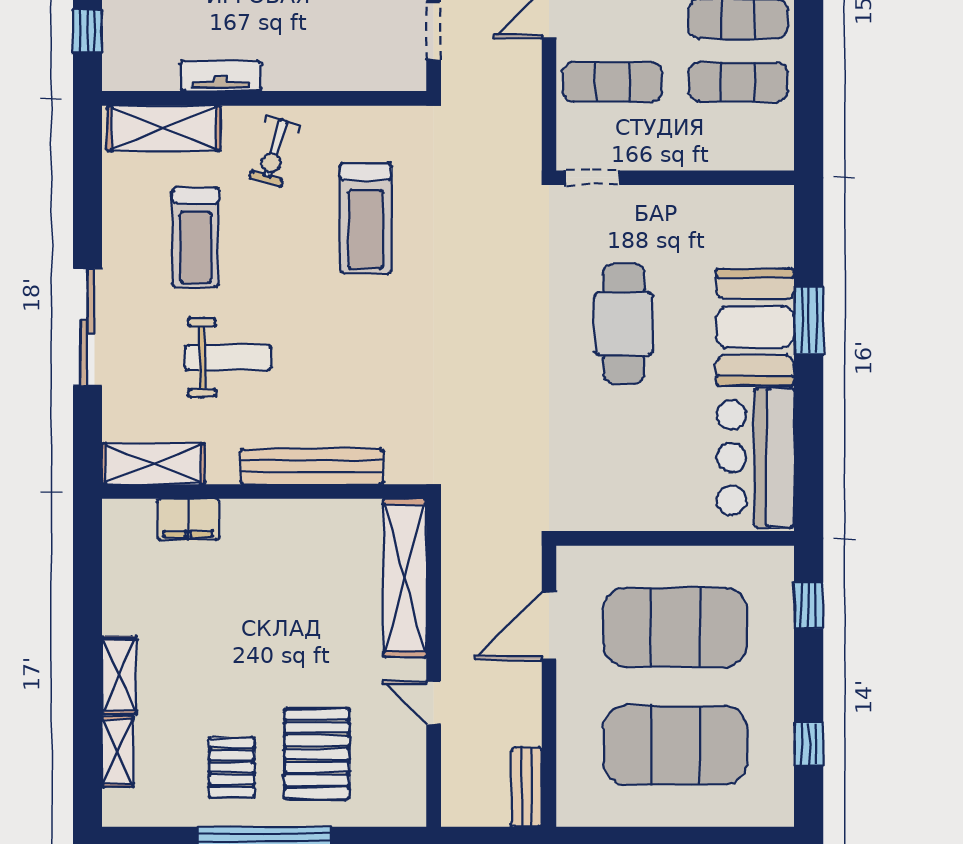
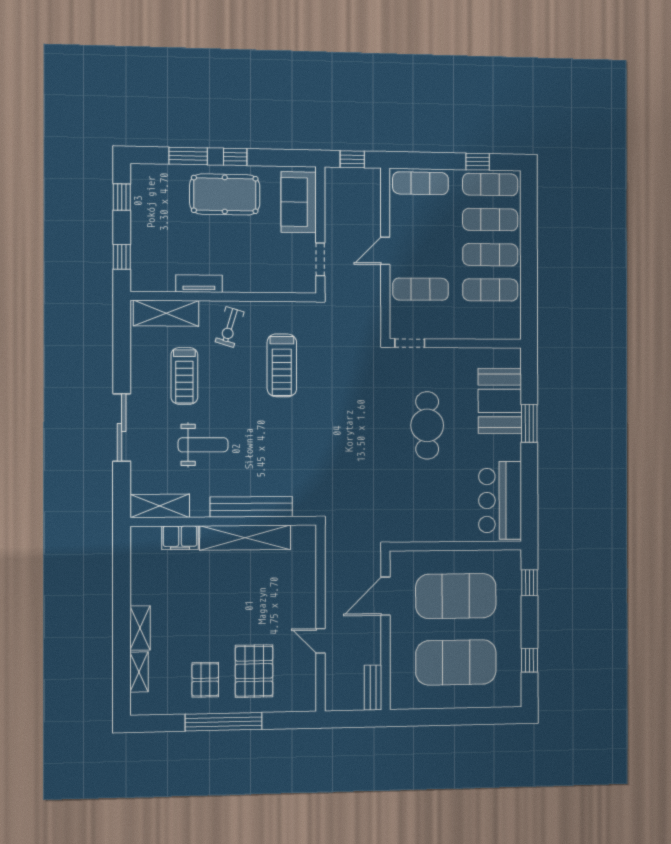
booth: (755, 327) -> (500, 401), moved
shelving: (405, 578) -> (245, 538), moved, turned 90

